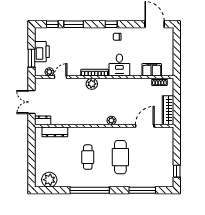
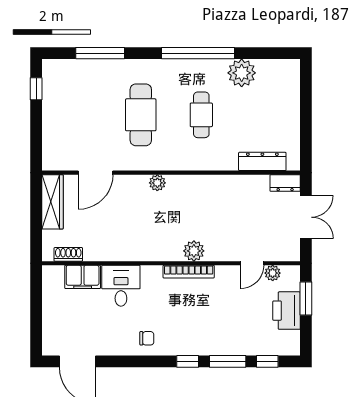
window: (111, 24) -> (188, 361), moved
desk: (119, 65) -> (121, 286), moved
plant: (49, 180) -> (242, 73), moved

